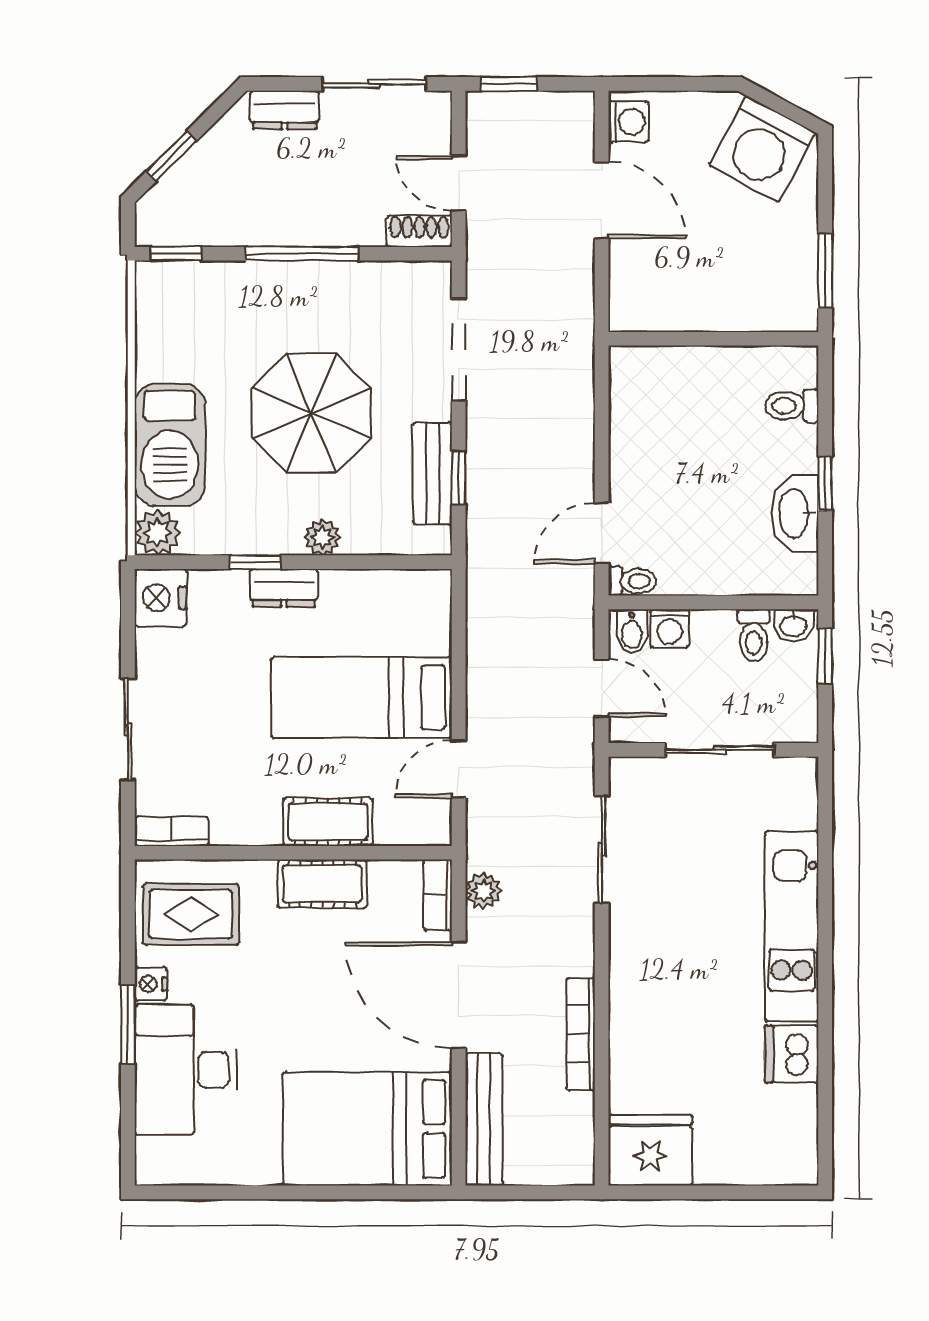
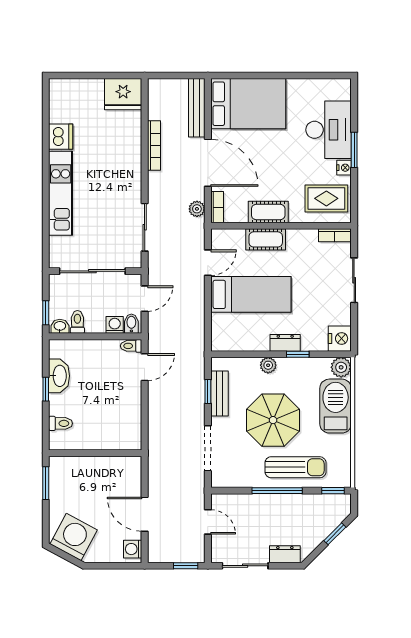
shoe rack: (419, 231) -> (225, 501), removed
sun lounger: (261, 307) -> (295, 467), added
door: (602, 688) -> (145, 299), swing flipped
sliding door: (720, 750) -> (92, 271), width x1.37

